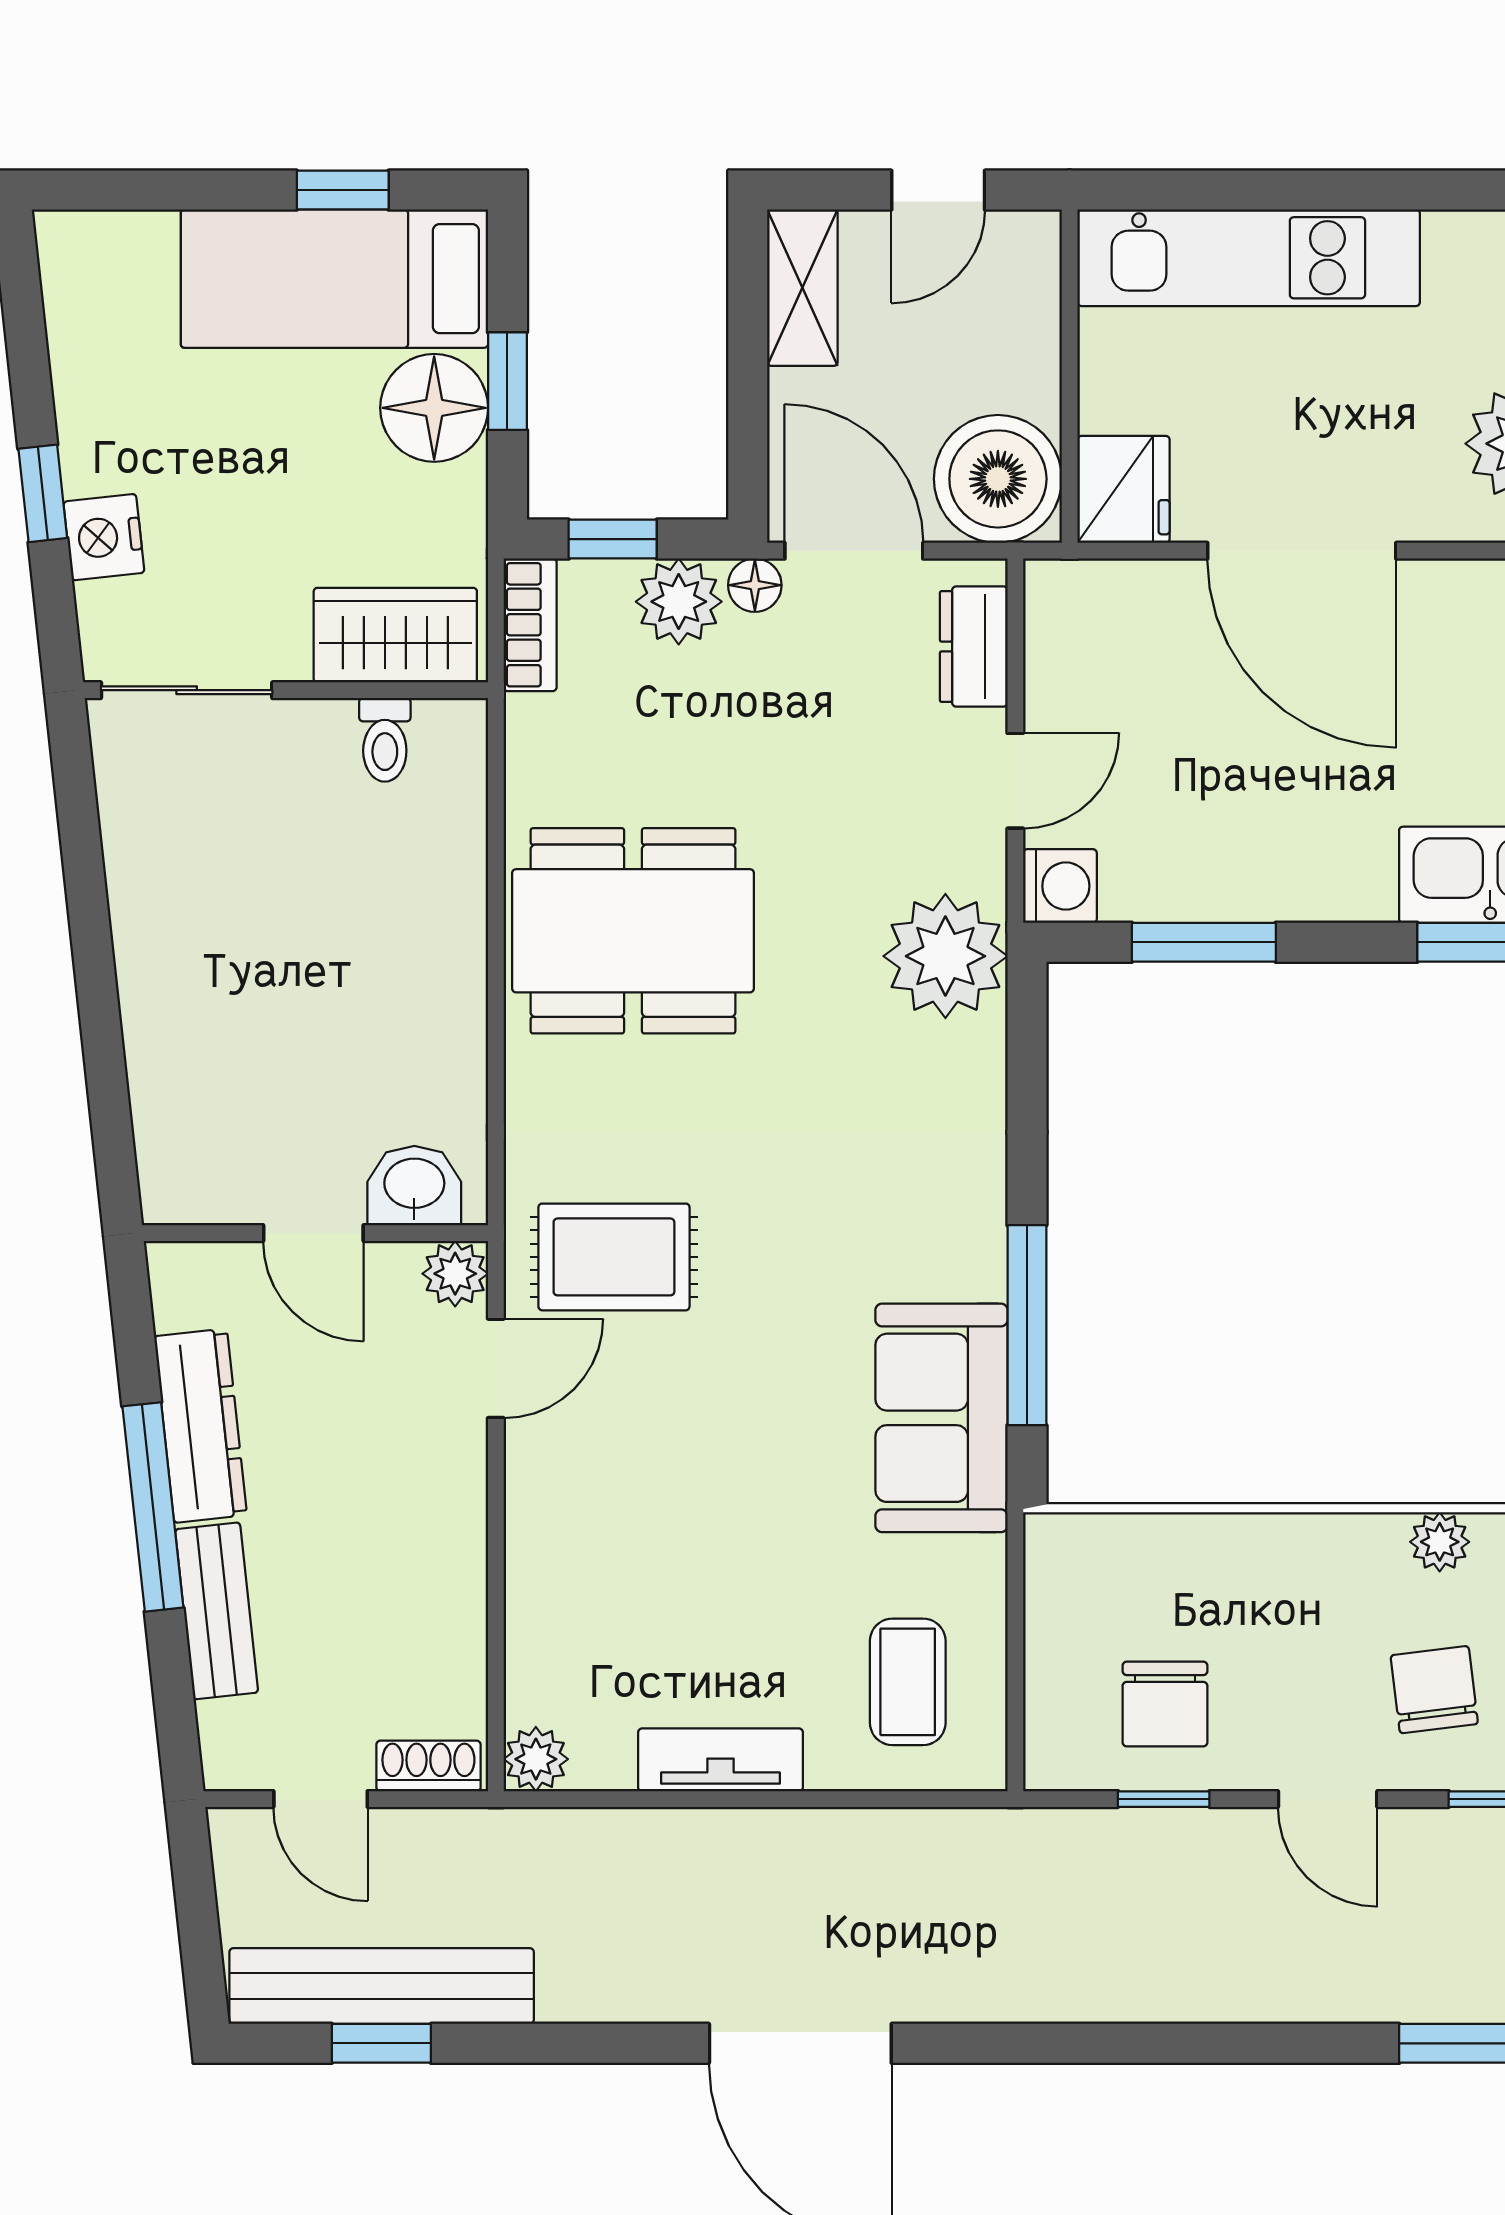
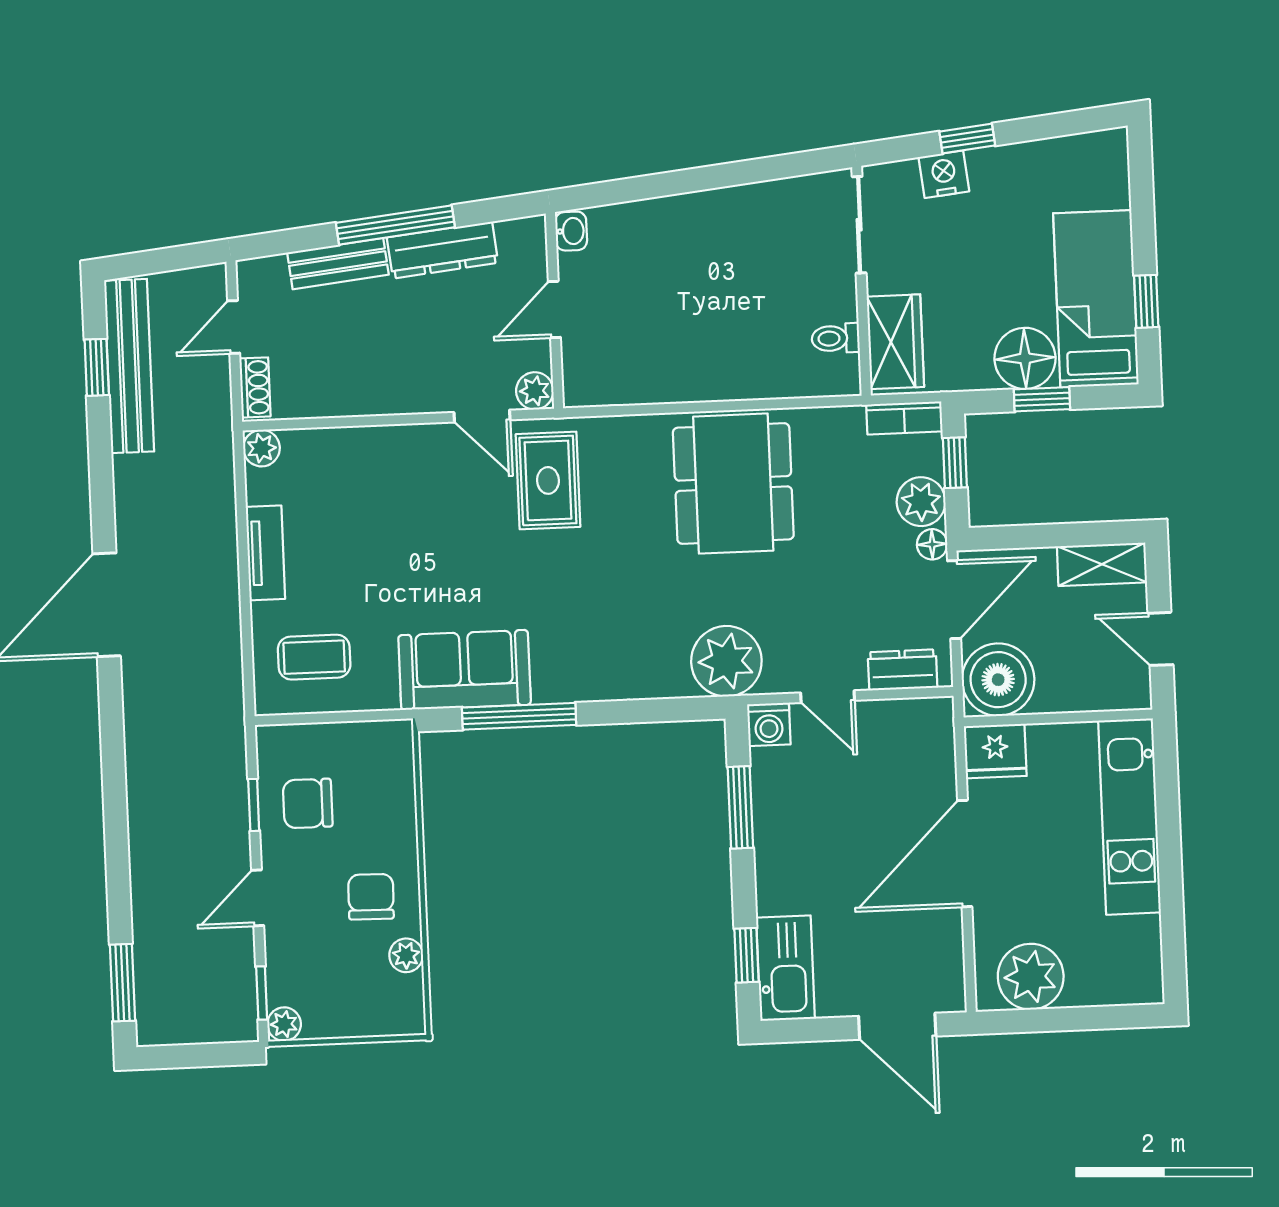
washbasin: (414, 1186) -> (571, 231), moved, width x0.72, depth x0.69
chair: (1434, 1690) -> (371, 897), moved, turned -82

